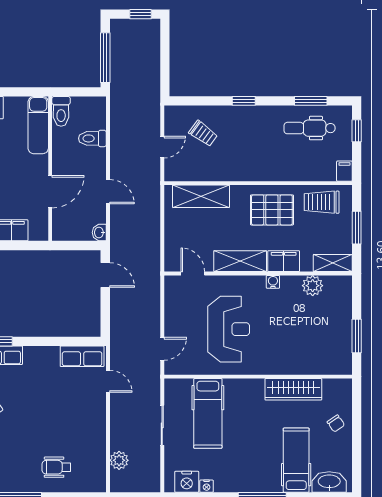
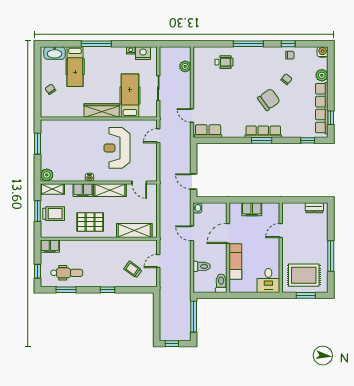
exam couch: (38, 125) -> (235, 261), moved
filing cabinet: (344, 171) -> (50, 246), width x2.00
trolley: (322, 202) -> (54, 214), moved
plant: (313, 286) -> (47, 175), moved
wardrobe: (293, 389) -> (102, 111), moved

